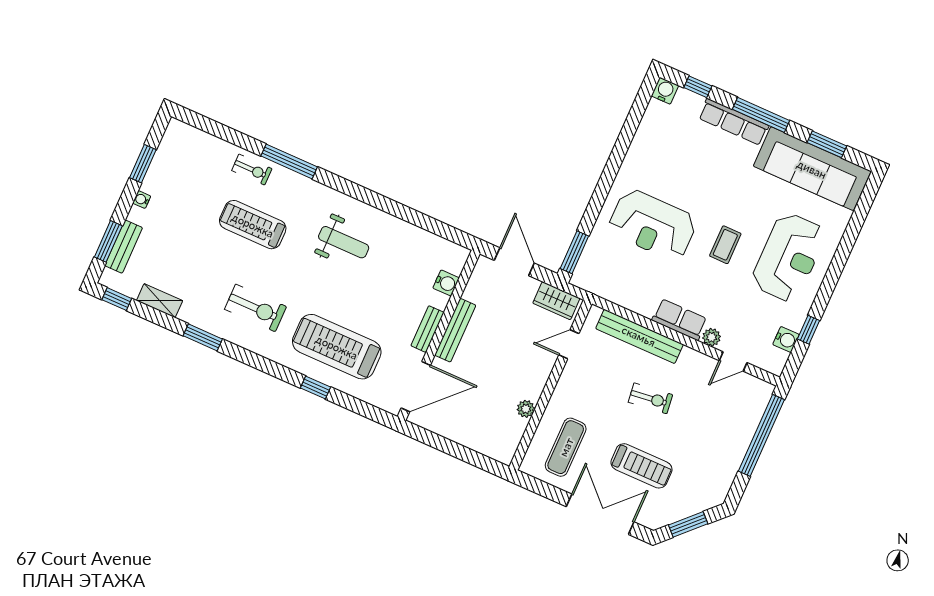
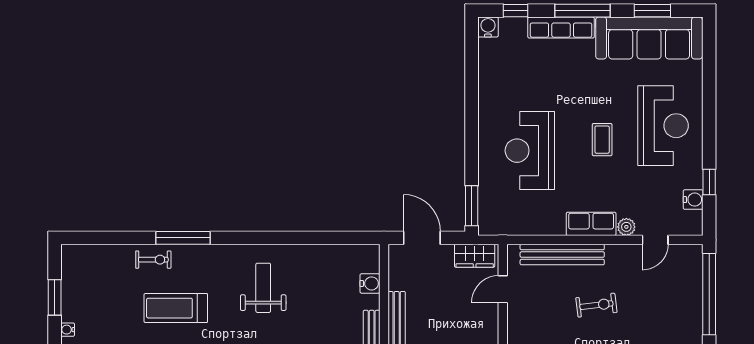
reception desk: (653, 225) -> (530, 151), turned 90
weight bench: (344, 242) -> (263, 288), turned -90

